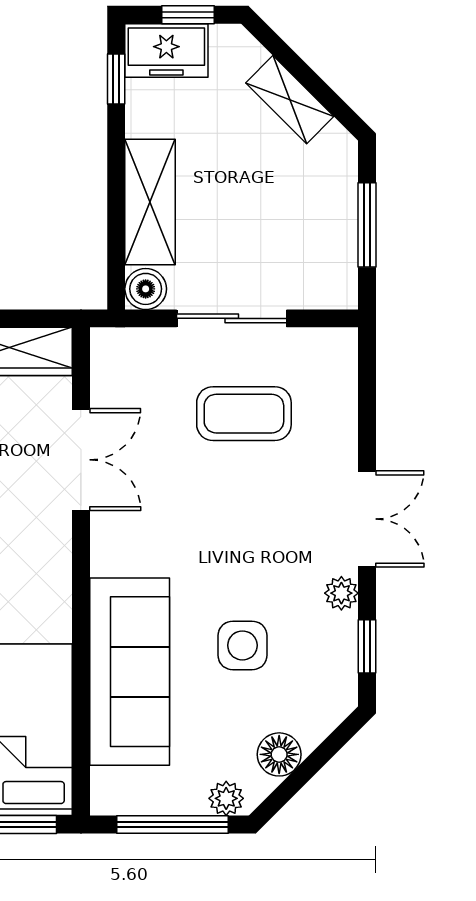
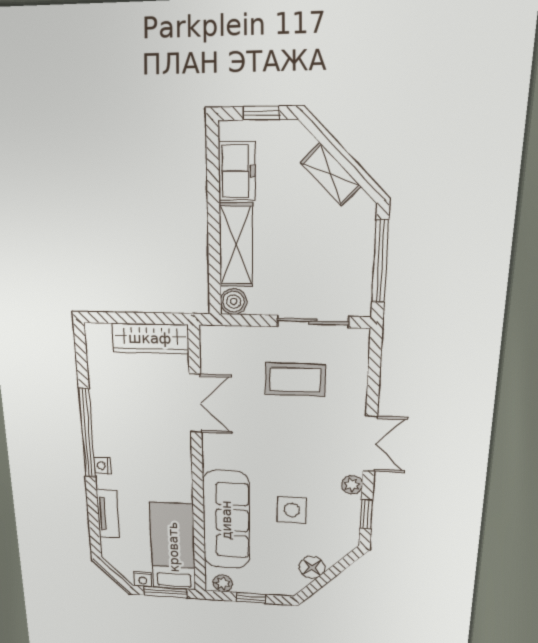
freezer: (166, 50) -> (237, 171), moved, turned -90
window: (116, 79) -> (213, 161), removed
window: (367, 225) -> (380, 261), width x1.44
sliding door: (232, 318) -> (313, 321), moved
plant: (226, 798) -> (223, 583), moved
window: (172, 824) -> (251, 598), width x0.46

